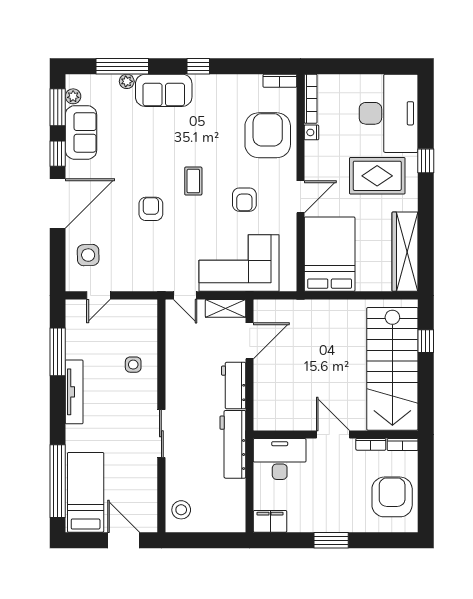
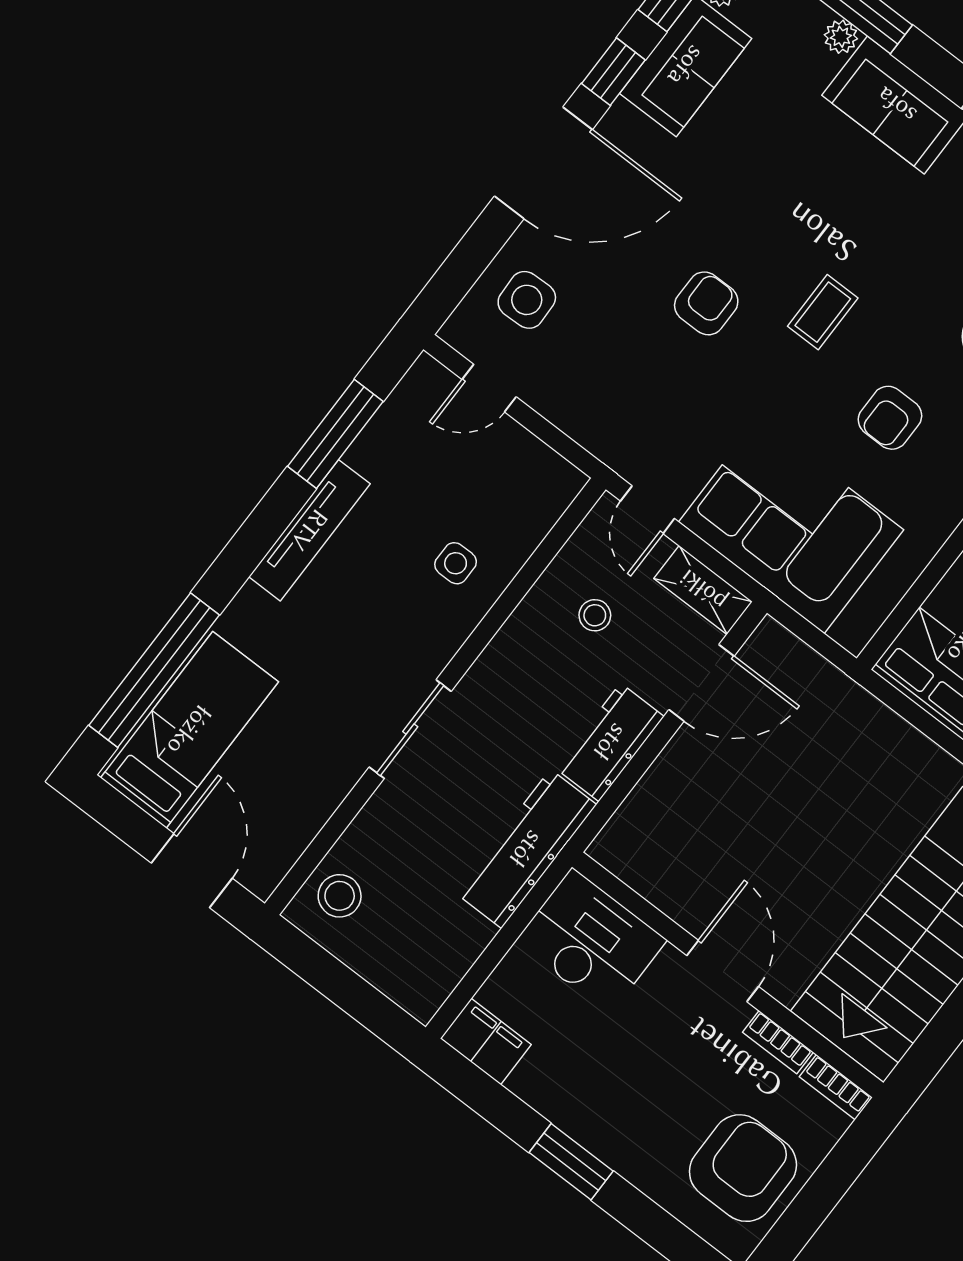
stool: (195, 346) -> (595, 615), added

